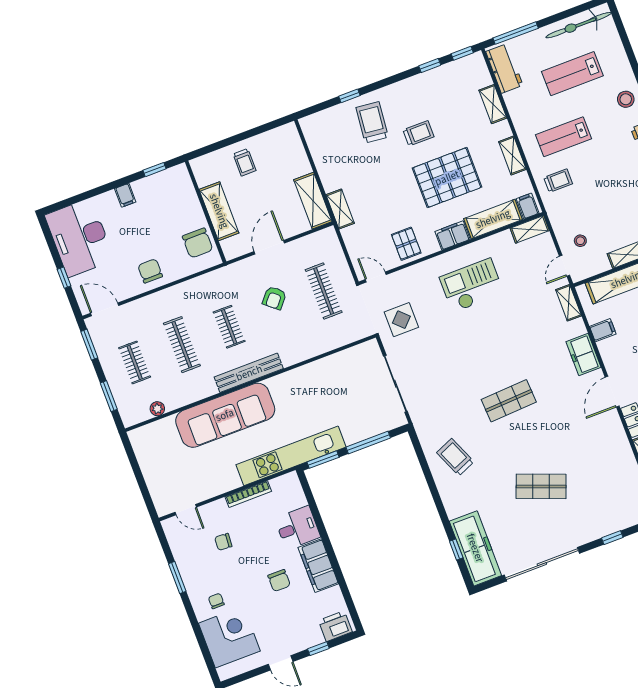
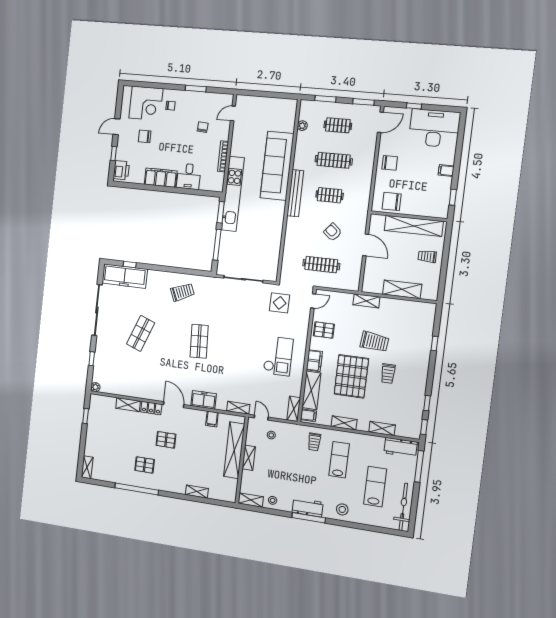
trolley: (372, 122) -> (374, 342), moved
shelving: (313, 201) -> (402, 289), moved
shelving: (219, 211) -> (414, 226), width x1.47
chair: (279, 581) -> (145, 136), moved

